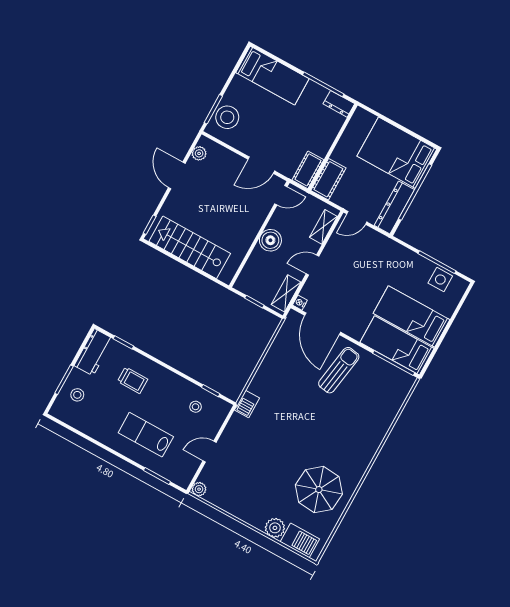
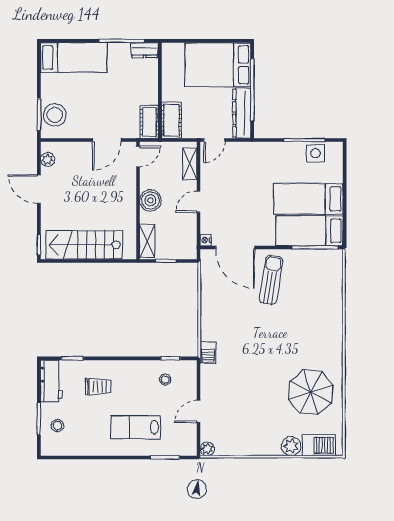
shelving: (286, 293) -> (147, 241), moved

